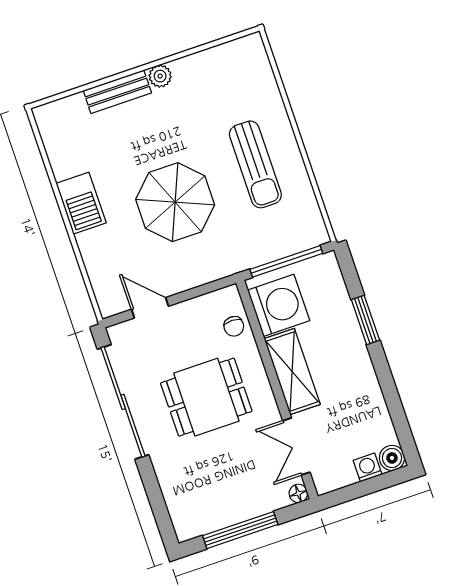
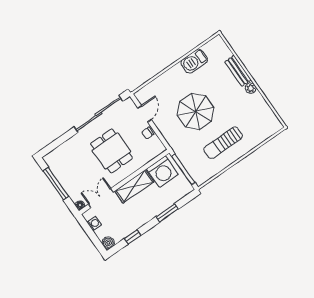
barbecue: (81, 203) -> (194, 61), moved
chair: (234, 326) -> (148, 133), moved
window: (394, 405) -> (133, 237), added
washing machine: (368, 467) -> (94, 224), moved

